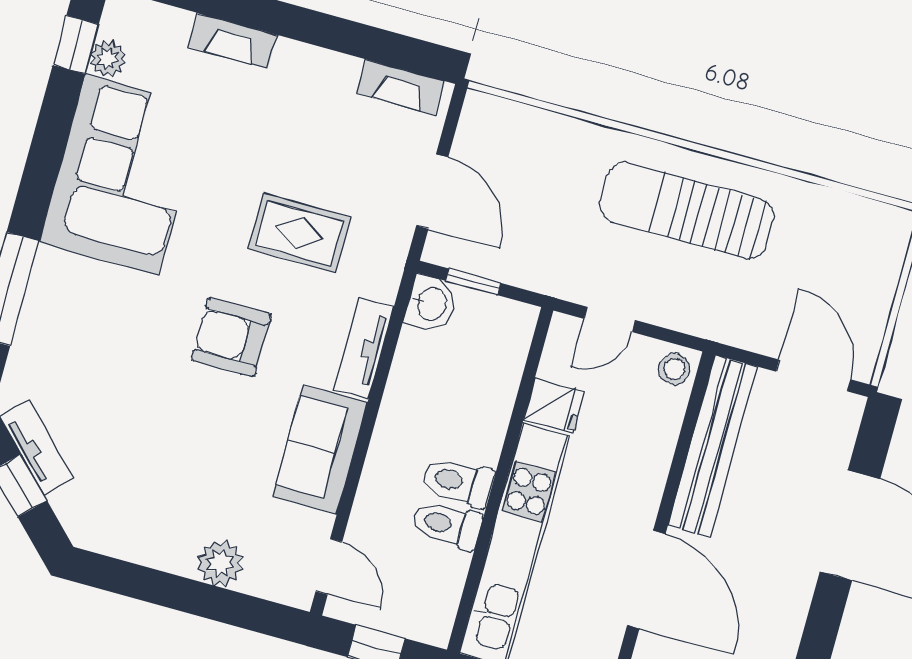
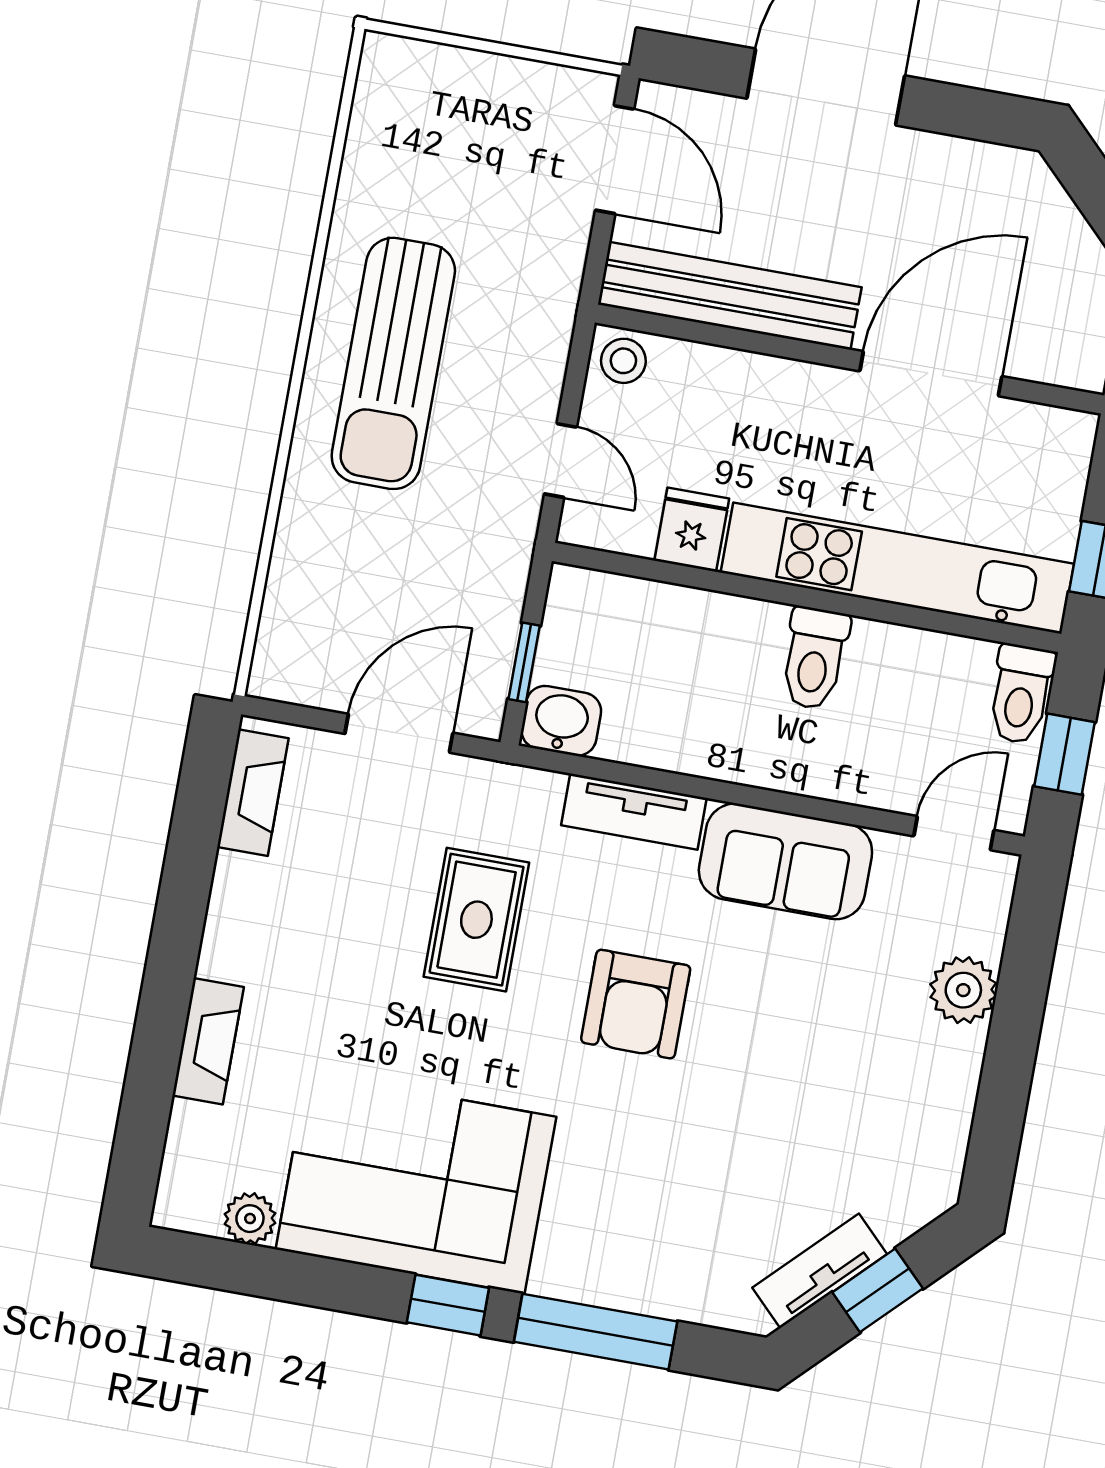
window: (76, 45) -> (448, 1305), moved
door: (813, 376) -> (615, 160), swing flipped
toilet: (447, 525) -> (1021, 694), moved

